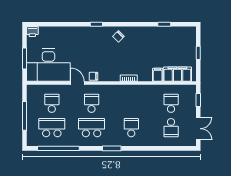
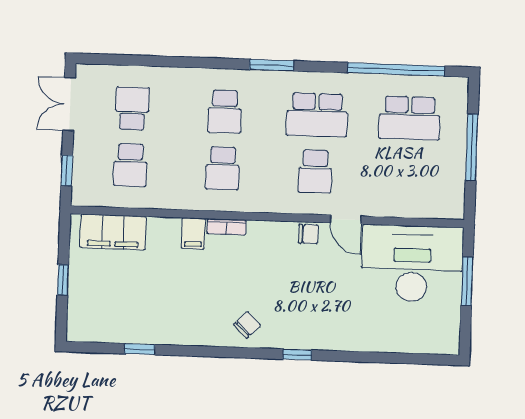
printer: (32, 32) -> (447, 343), removed
filing cabinet: (158, 75) -> (193, 233), moved
school desk: (52, 103) -> (223, 168), moved

